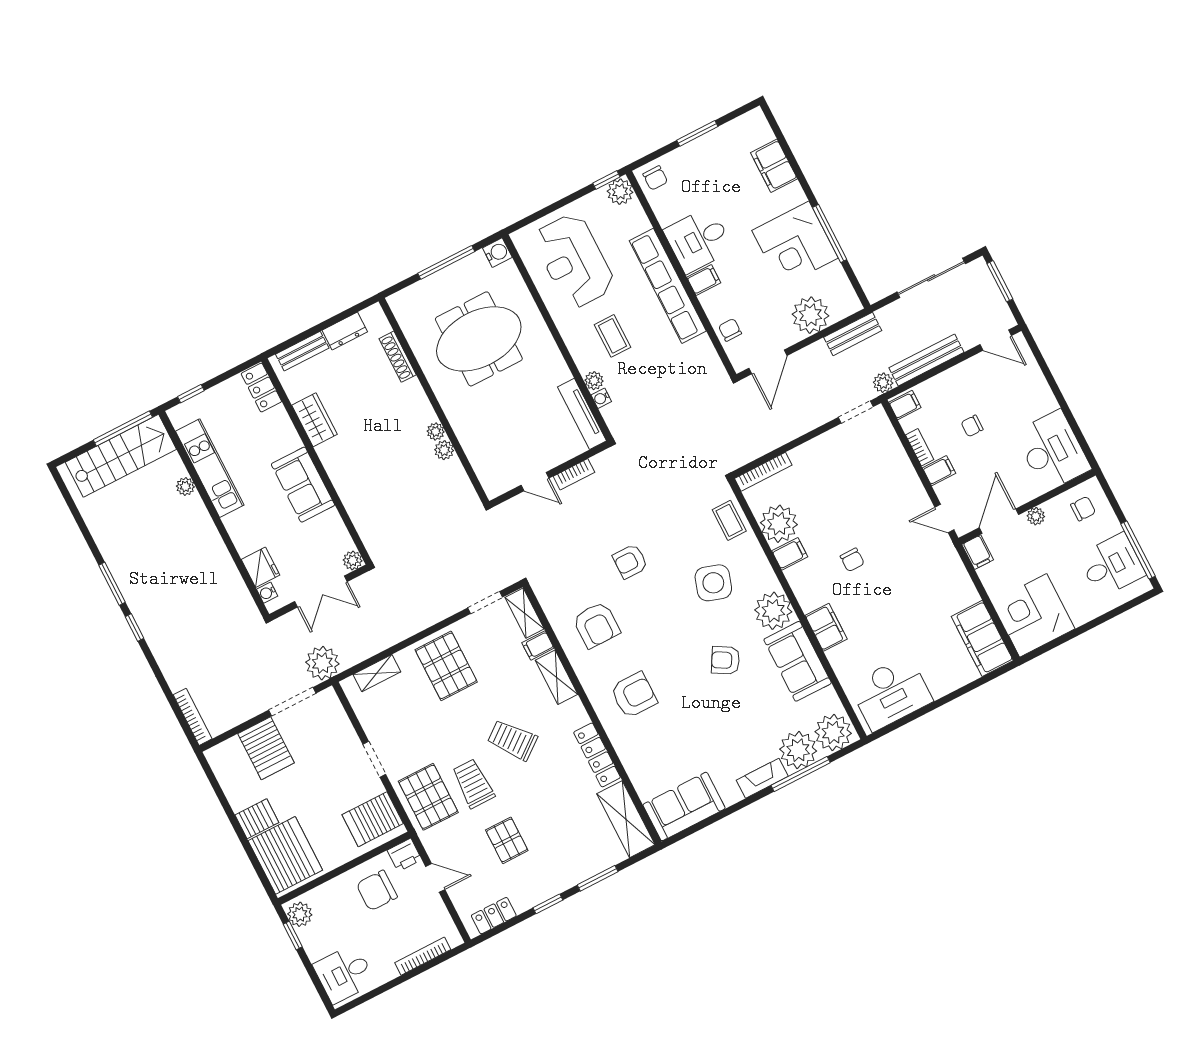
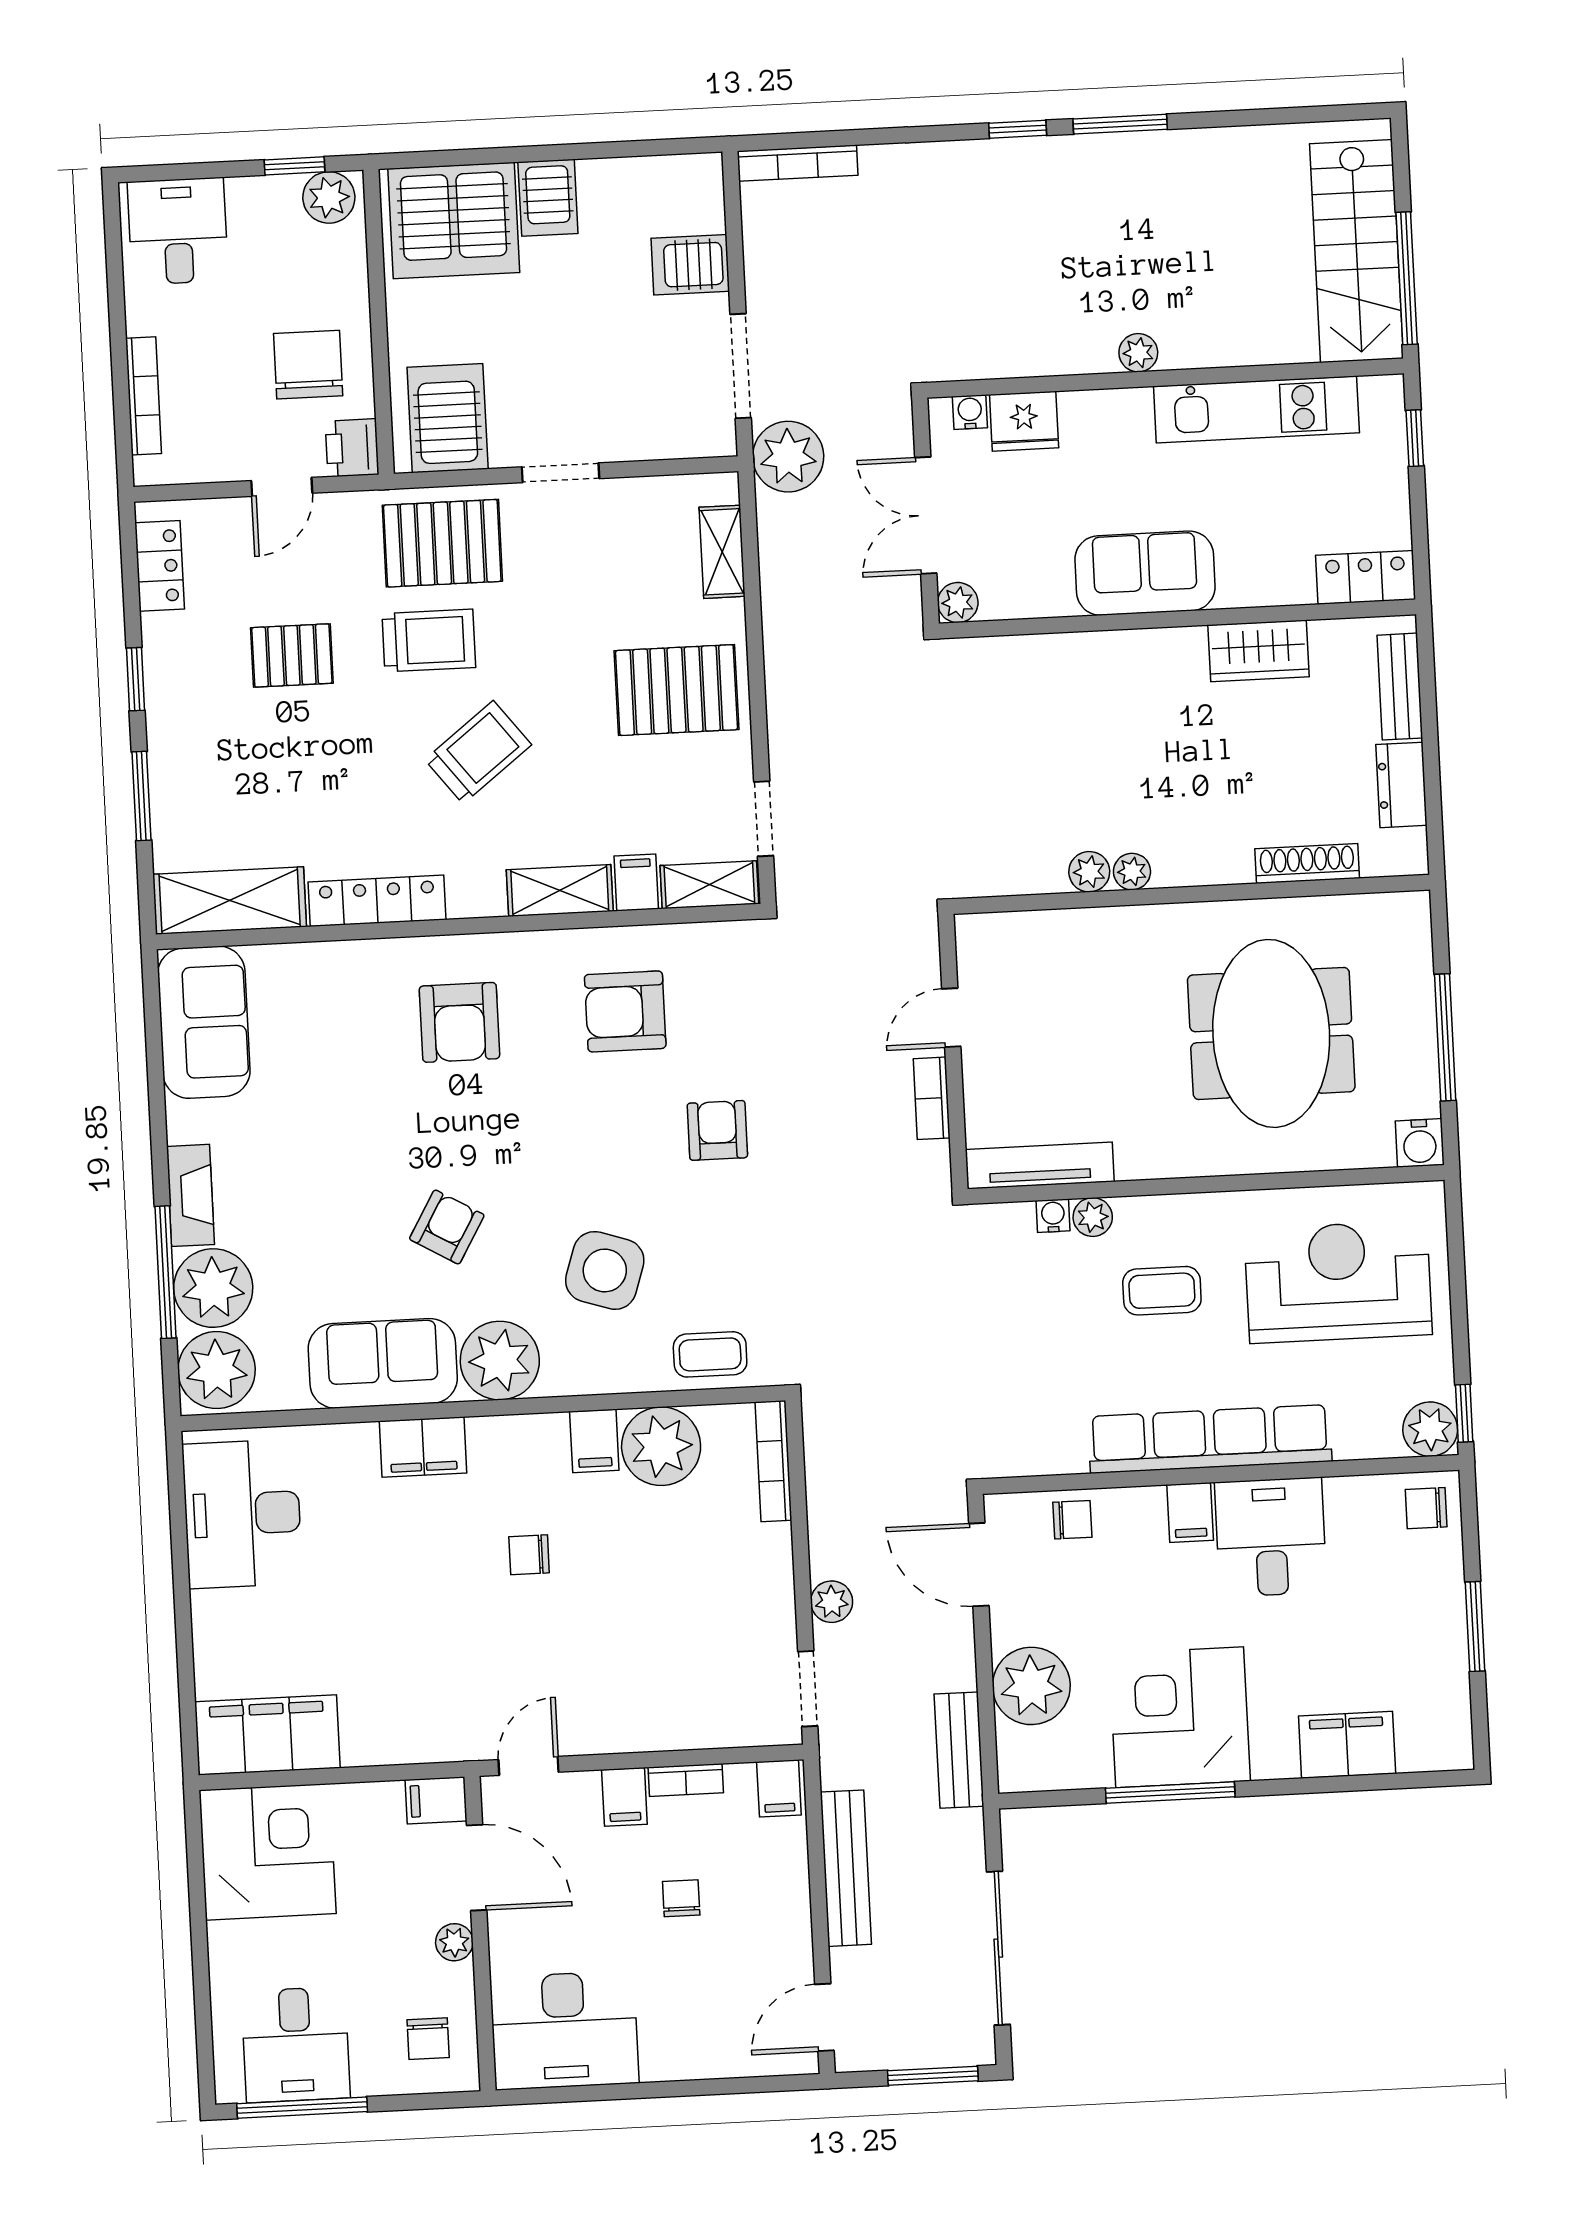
plant: (883, 383) -> (832, 1602), moved
plant: (185, 486) -> (1138, 353), moved
server rack: (266, 748) -> (690, 265), width x0.73, depth x0.70

